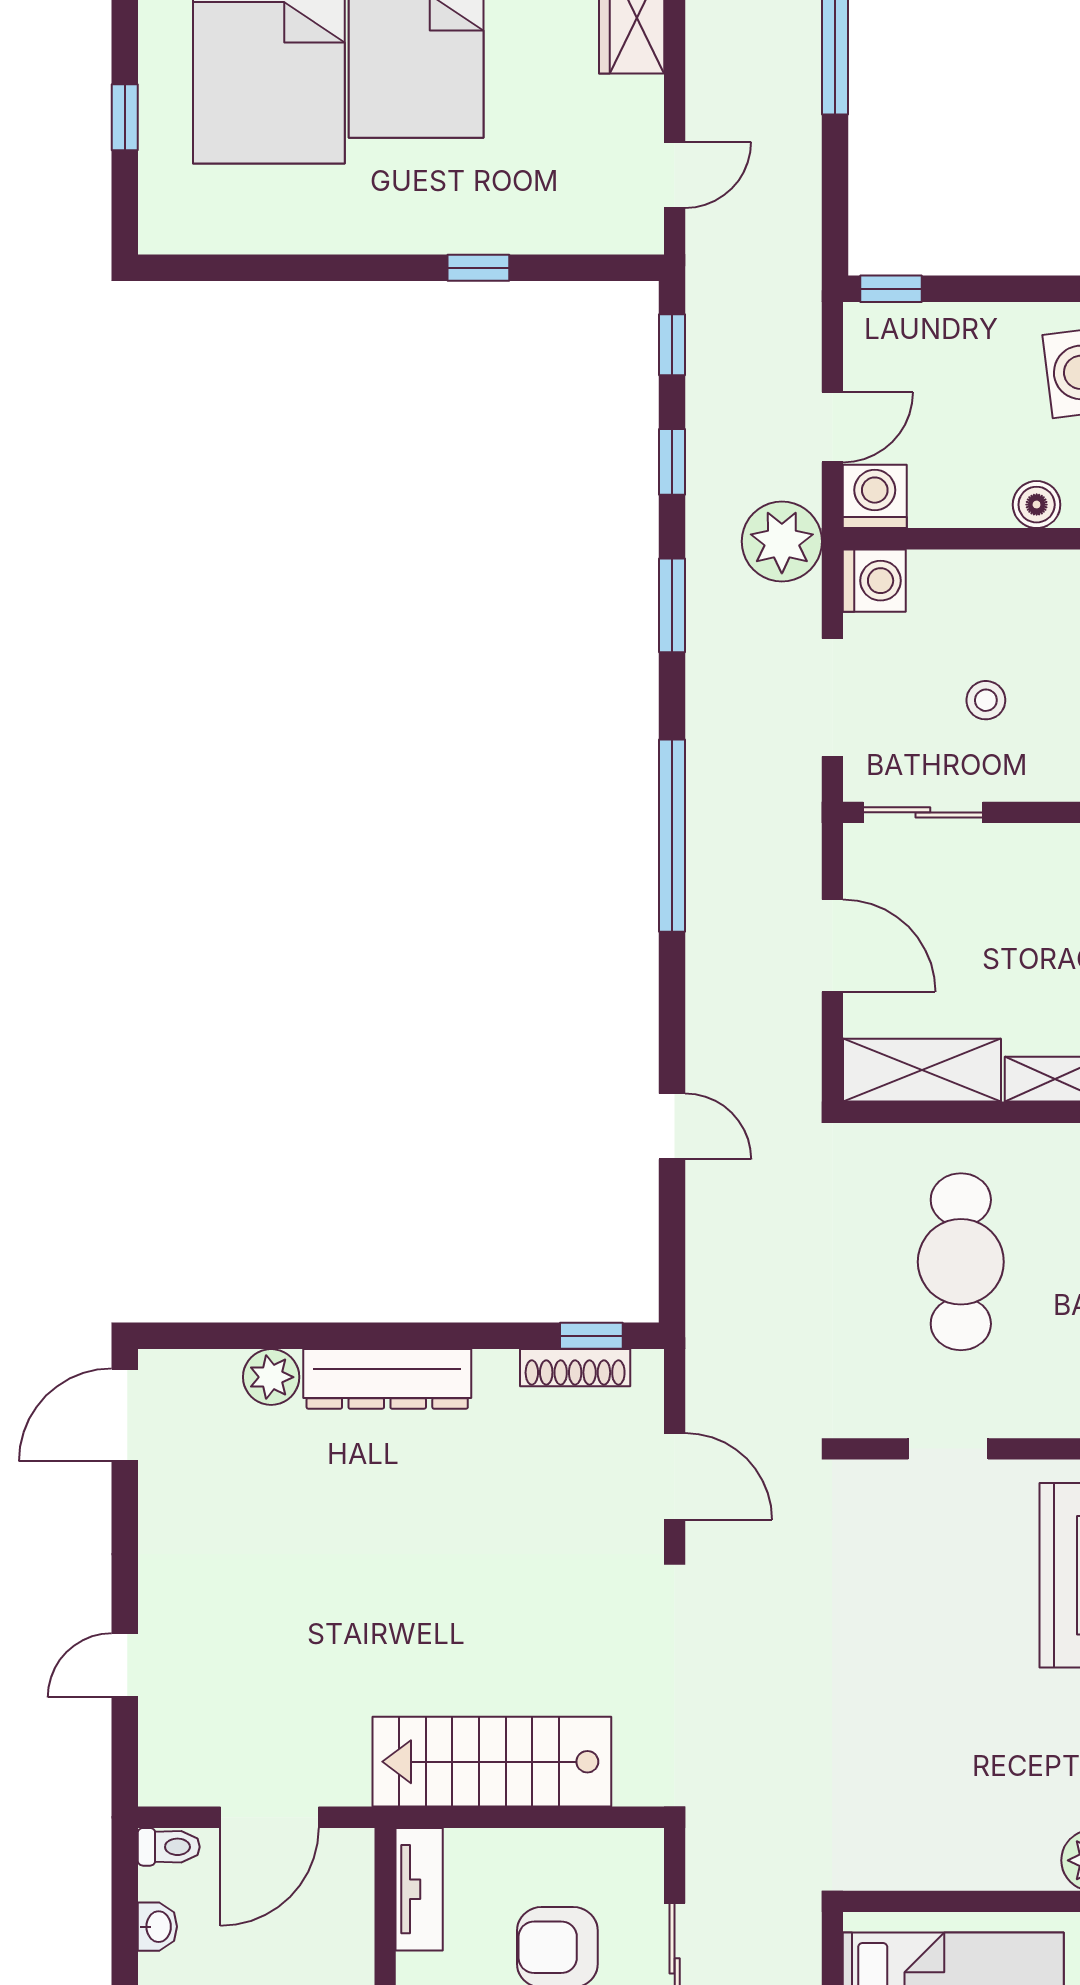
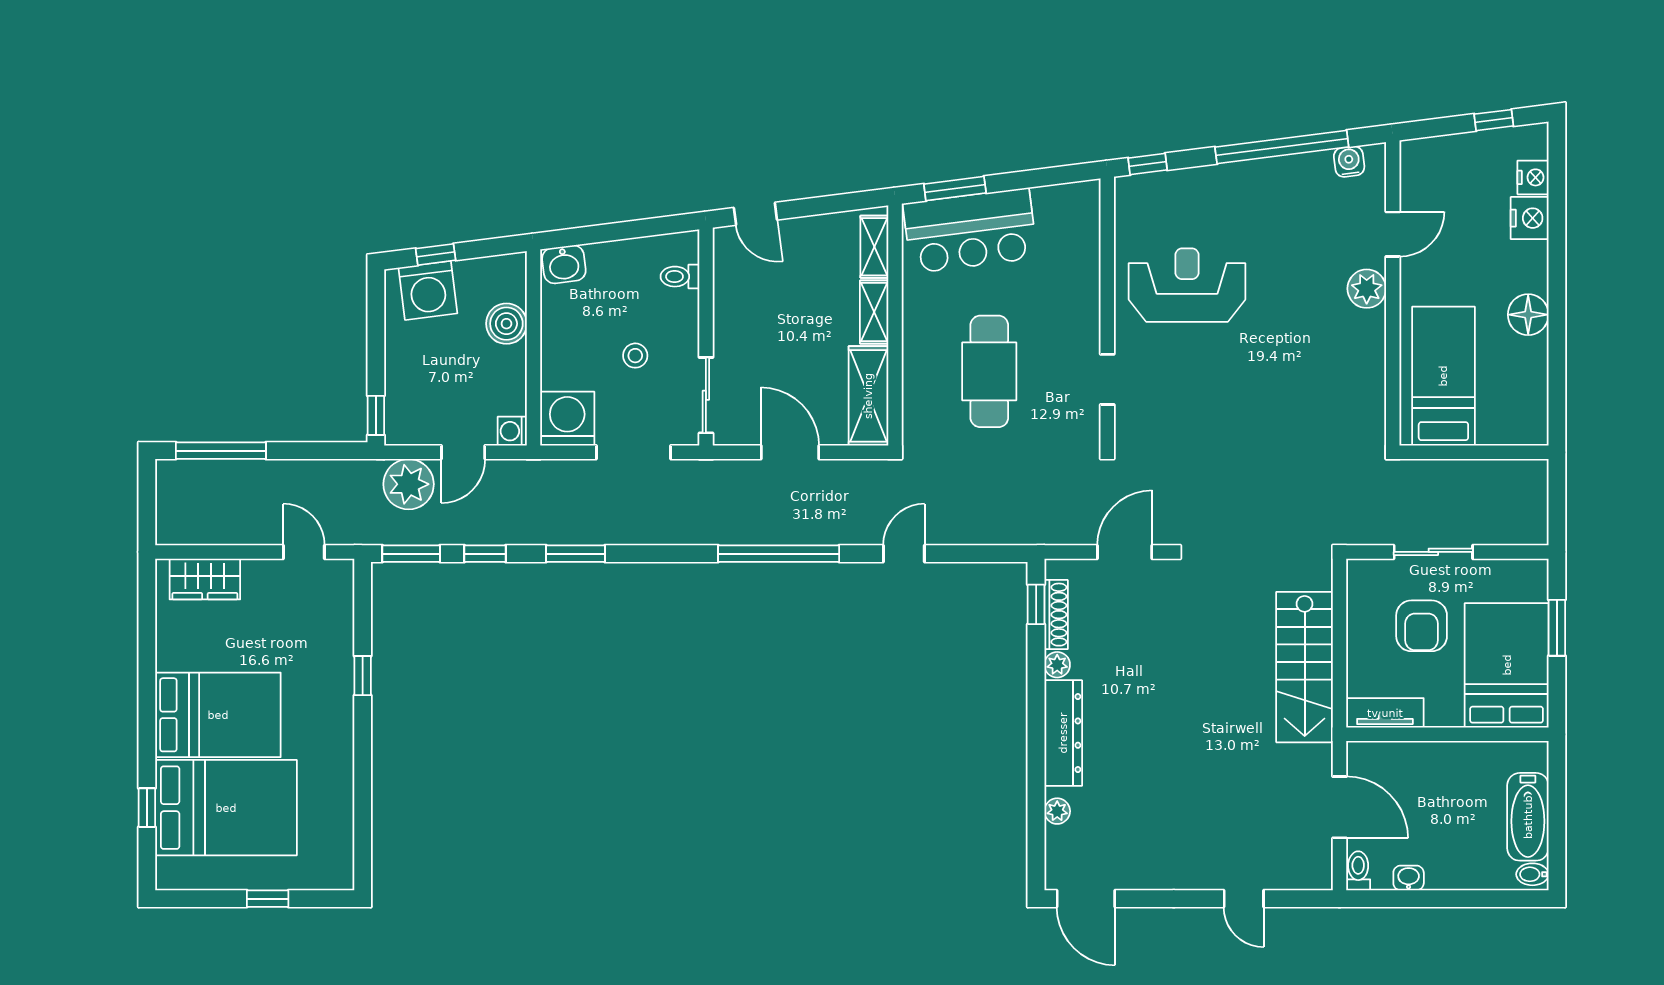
window: (672, 345) -> (411, 554), width x1.50
door: (832, 427) -> (463, 452), swing flipped
washing machine: (875, 496) -> (512, 431), width x0.73, depth x0.73
boiler: (1037, 505) -> (506, 324), width x1.36, depth x1.36
plant: (782, 541) -> (409, 484), moved
washing machine: (874, 581) -> (567, 419), width x1.37, depth x1.37
window: (672, 836) -> (779, 554), moved
door: (832, 946) -> (790, 452), hinge flipped
cafe table: (961, 1262) -> (989, 371), turned 90
plant: (496, 1369) -> (1057, 665), added
plant: (271, 1377) -> (1057, 811), width x0.73, depth x0.73

